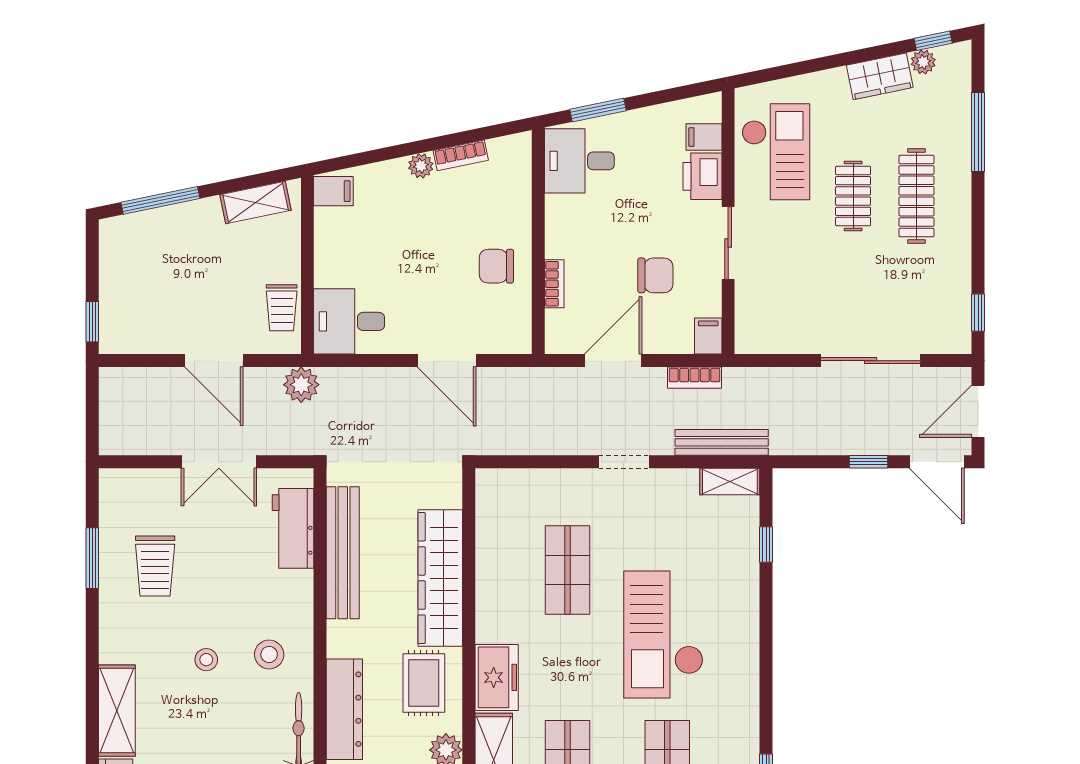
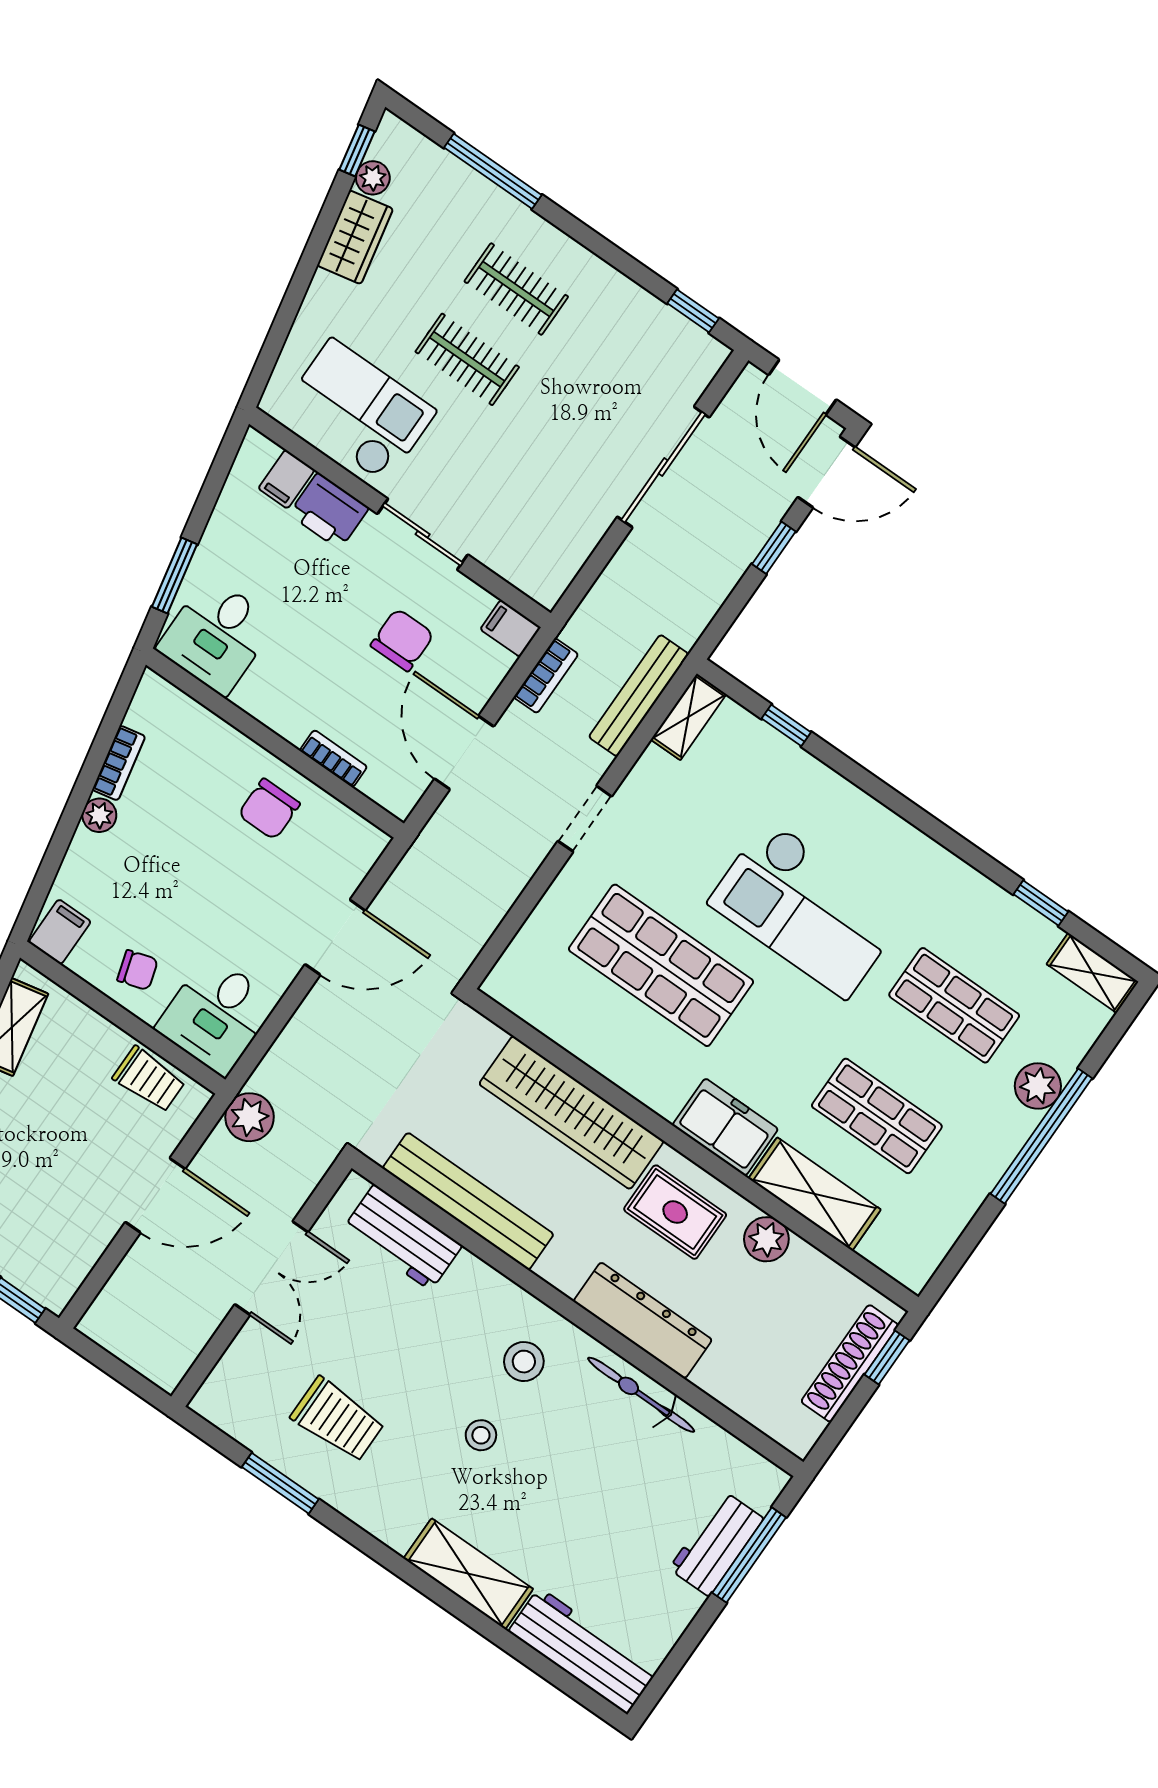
clothes rail: (916, 196) -> (516, 289), width x0.73
chair: (343, 254) -> (138, 970), added
shop shelf: (567, 570) -> (661, 965), width x1.43, depth x1.36

